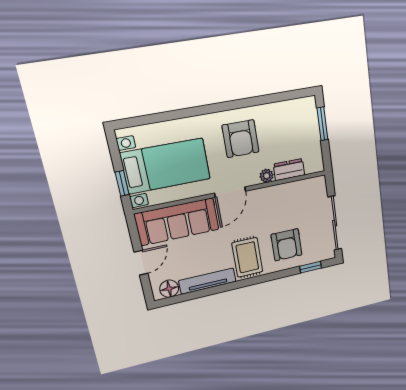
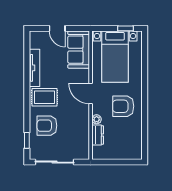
window: (322, 124) -> (123, 162), removed
window: (122, 183) -> (125, 28), moved
sofa: (177, 222) -> (79, 50), width x0.73
floor lamp: (169, 289) -> (35, 42), removed

